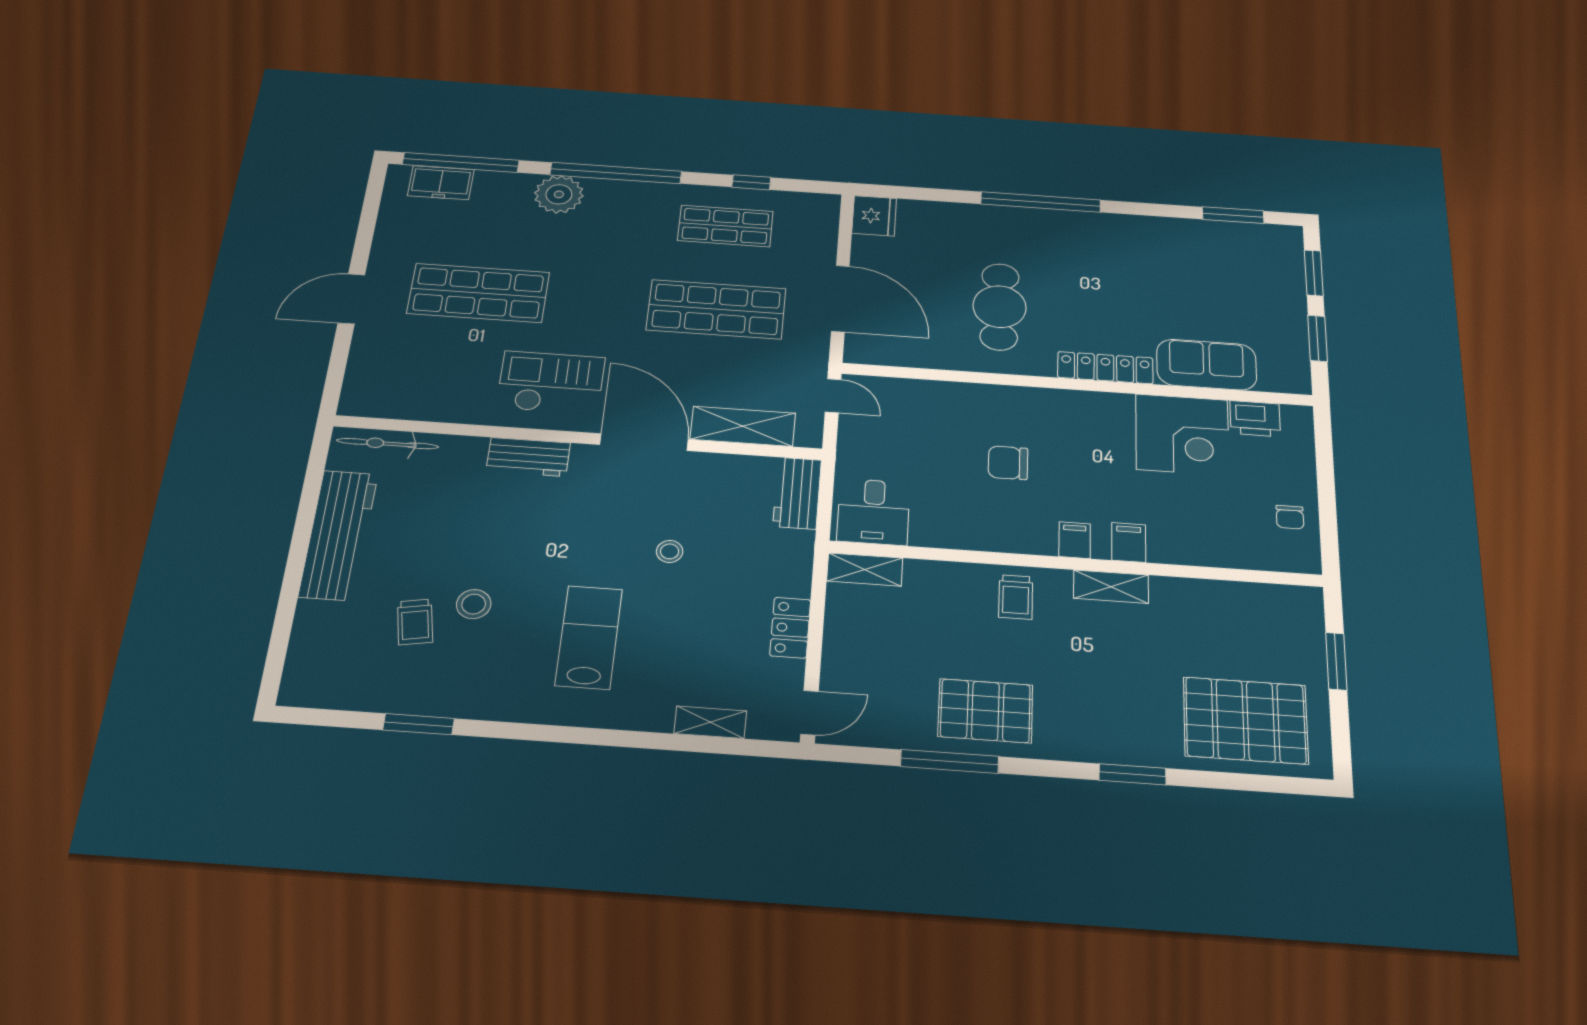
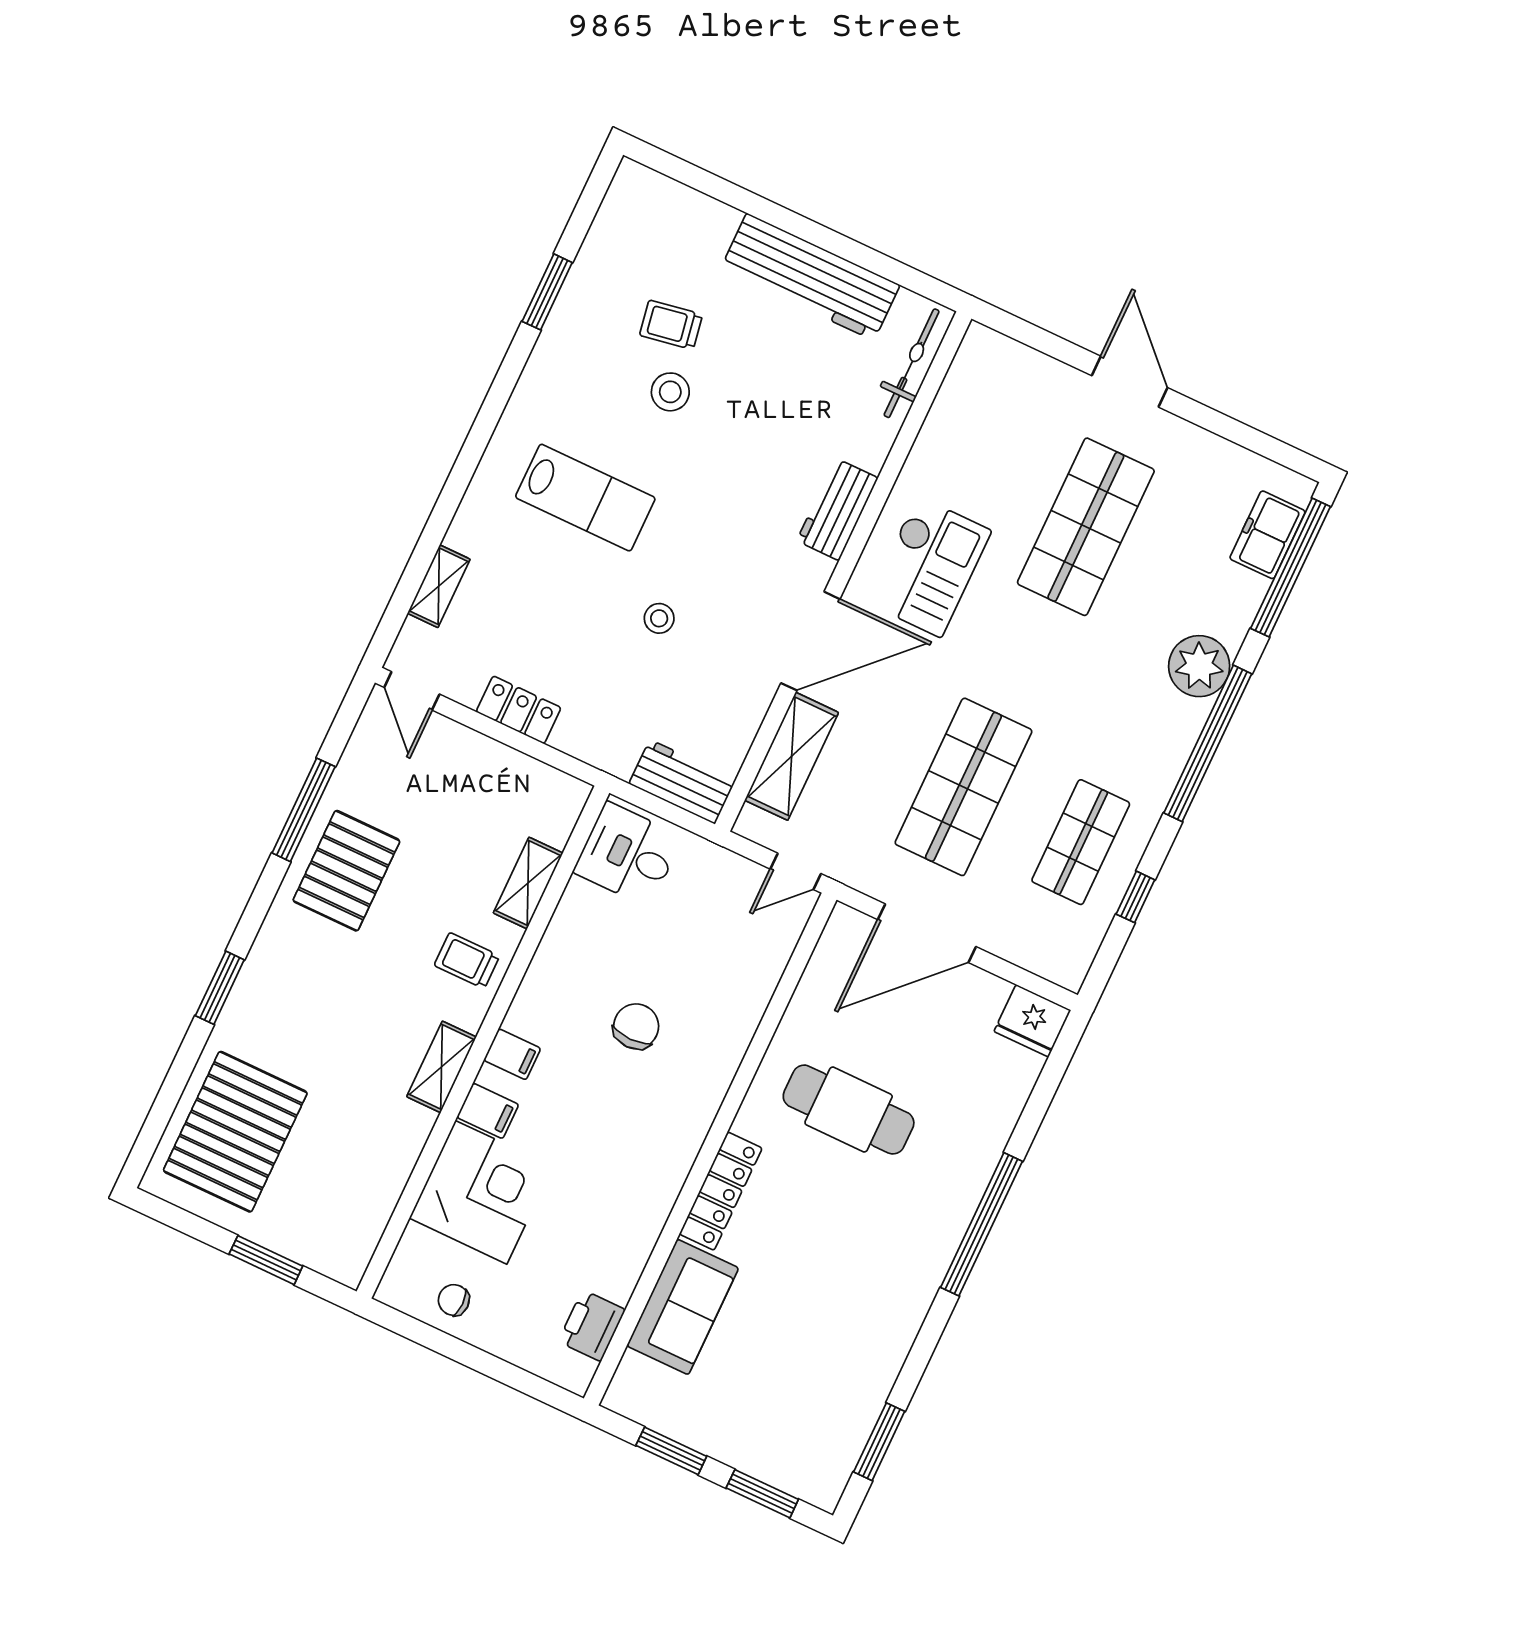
corner desk: (1182, 435) -> (481, 1192), moved, turned 180
shelving: (865, 570) -> (528, 883), moved

